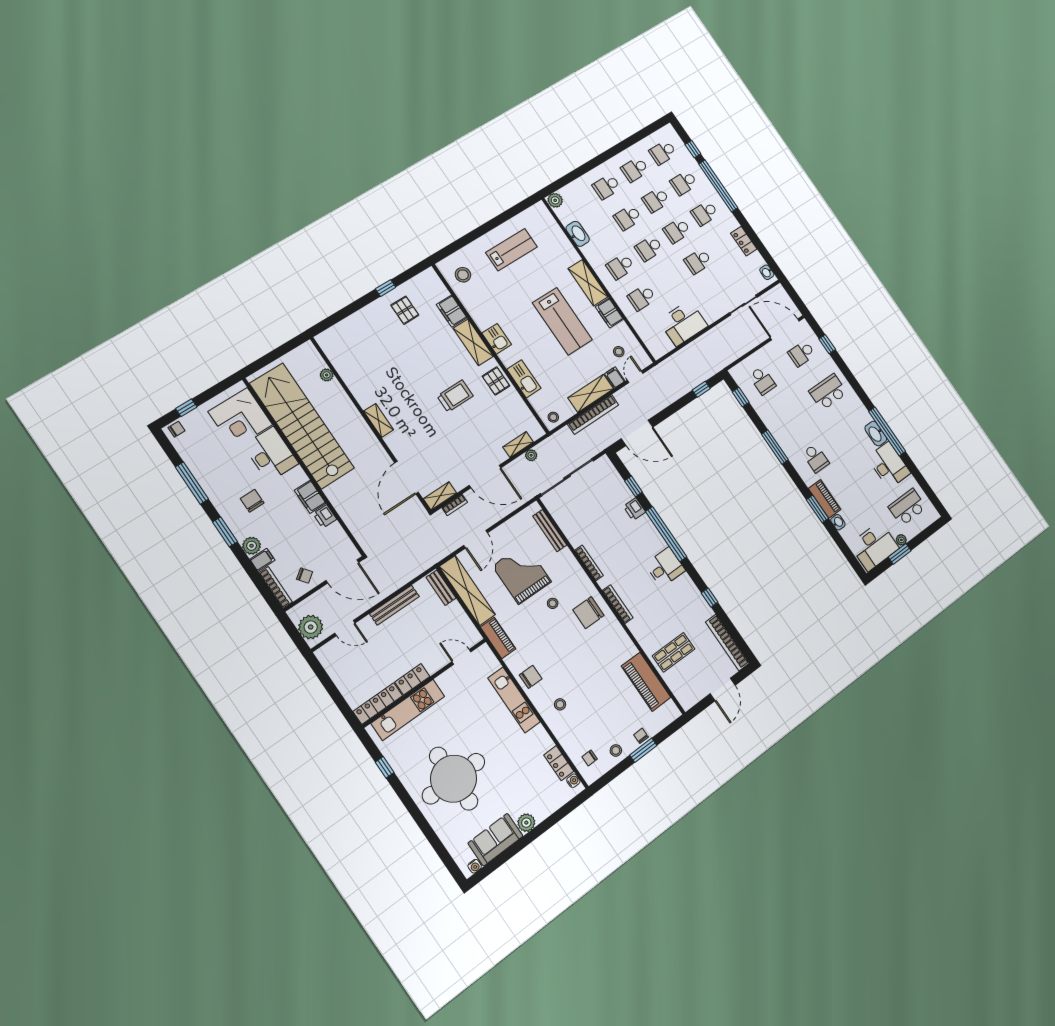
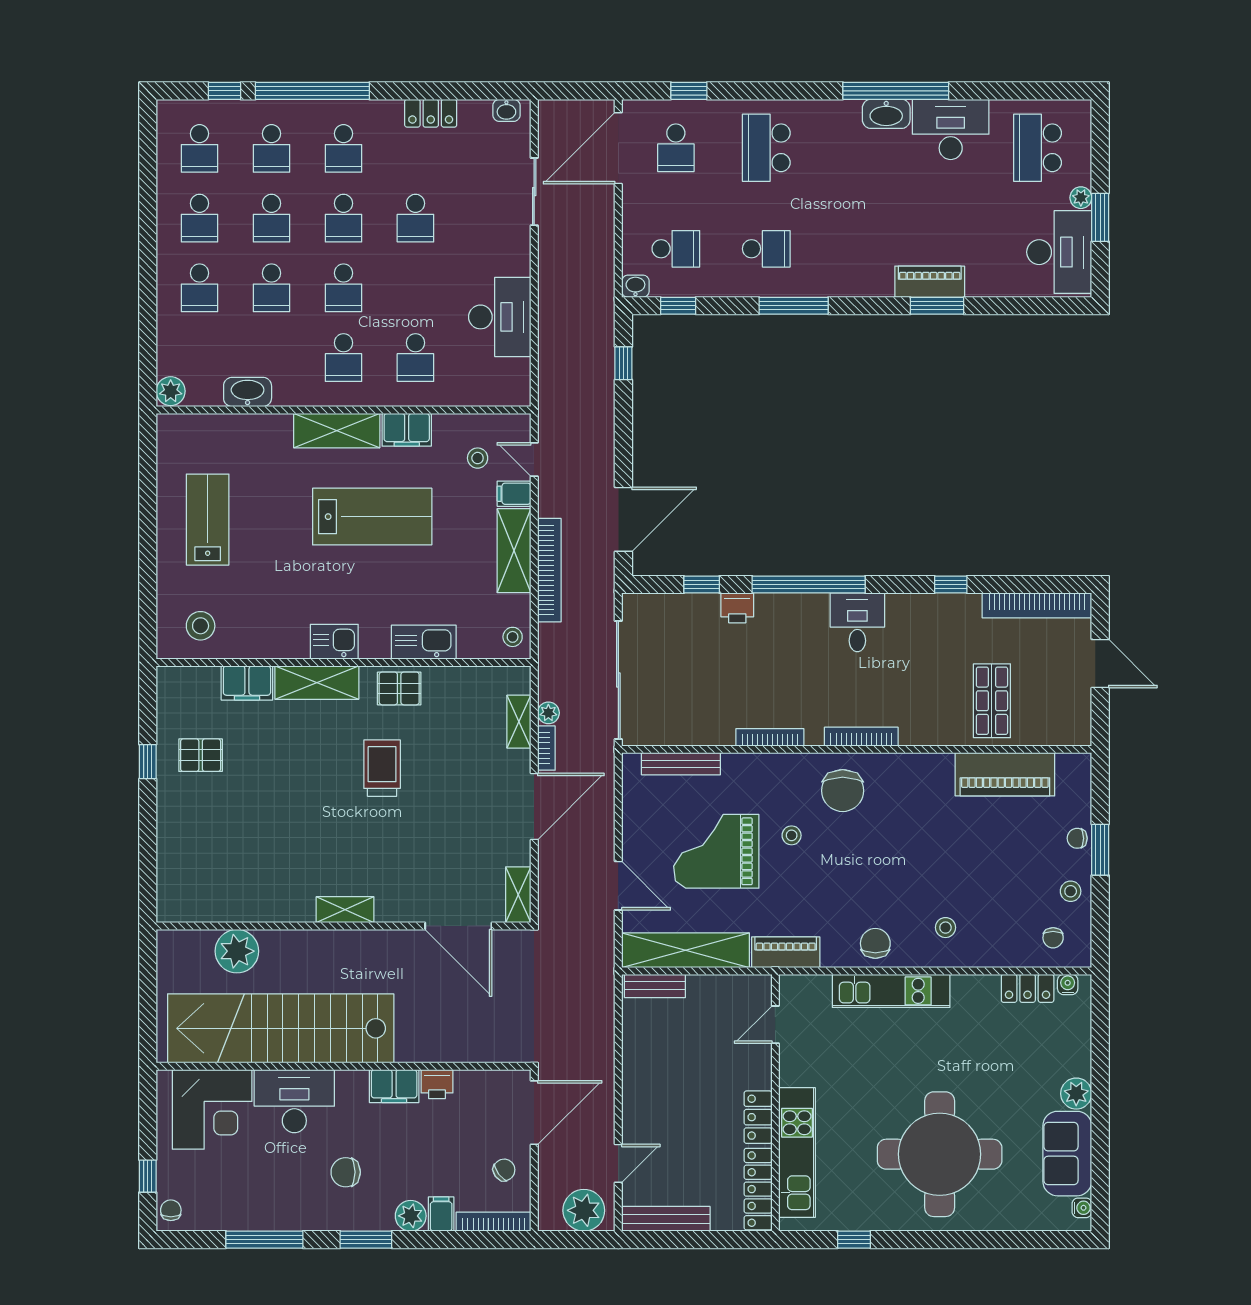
plant: (327, 375) -> (237, 951), width x1.88, depth x1.88
school desk: (816, 458) -> (766, 249), moved
bookcase: (455, 505) -> (546, 748), moved
washbasin: (838, 522) -> (635, 286), moved
bench: (395, 605) -> (666, 1219), moved, turned 90

